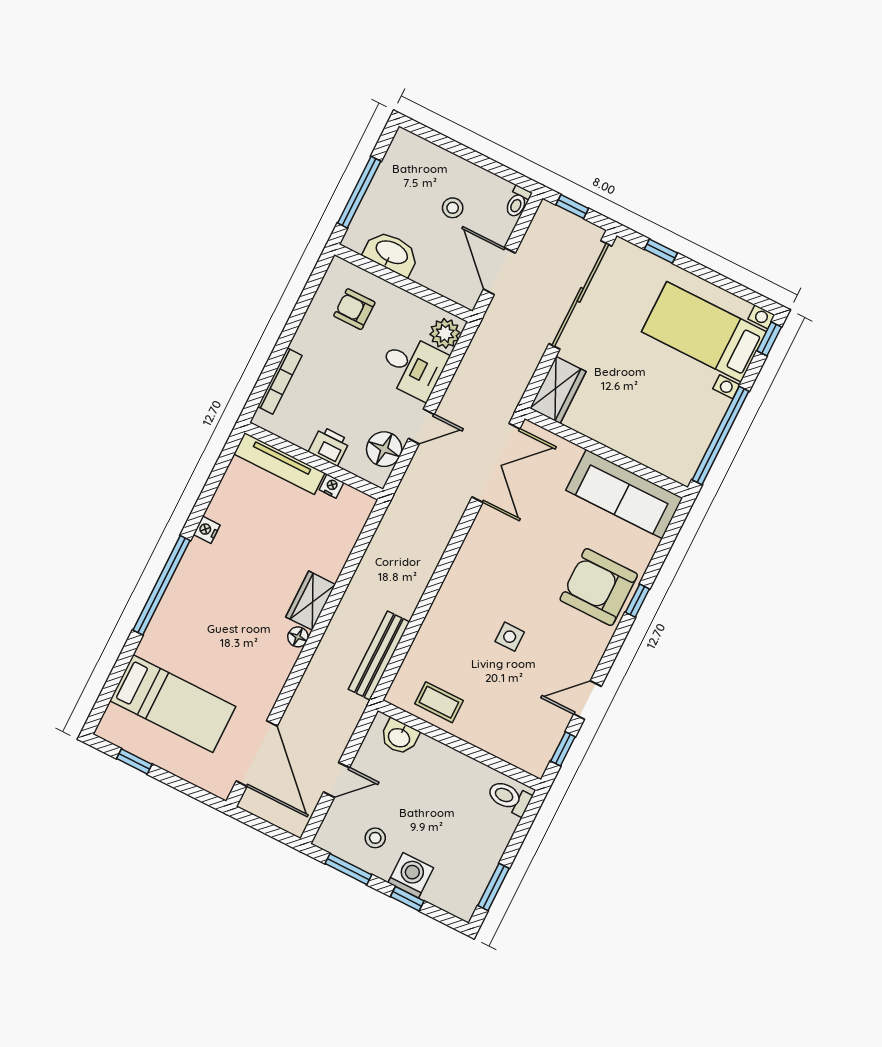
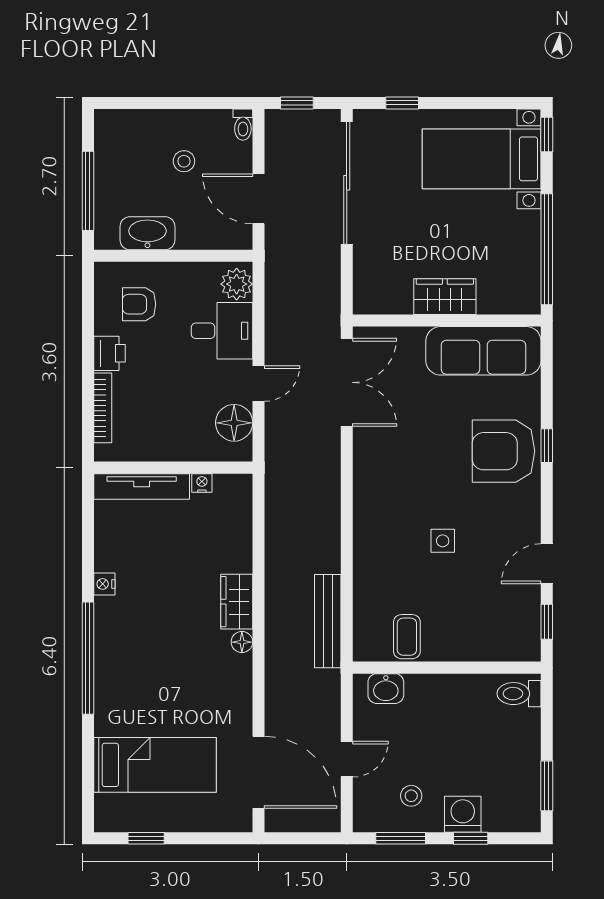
wardrobe: (558, 390) -> (445, 297), moved, turned -90
printer: (329, 446) -> (109, 353), moved, turned 90
coffee table: (439, 702) -> (407, 637), turned 90

